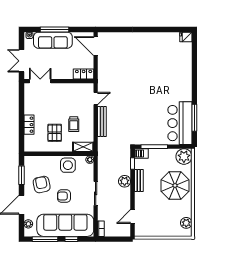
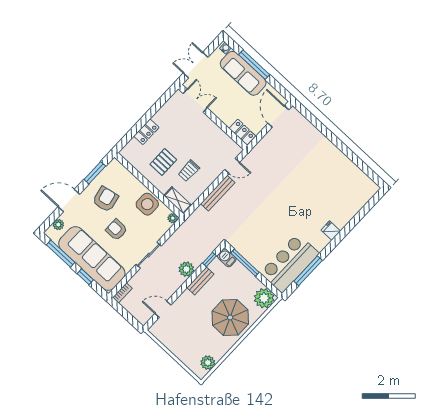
fridge: (186, 37) -> (331, 231), moved

